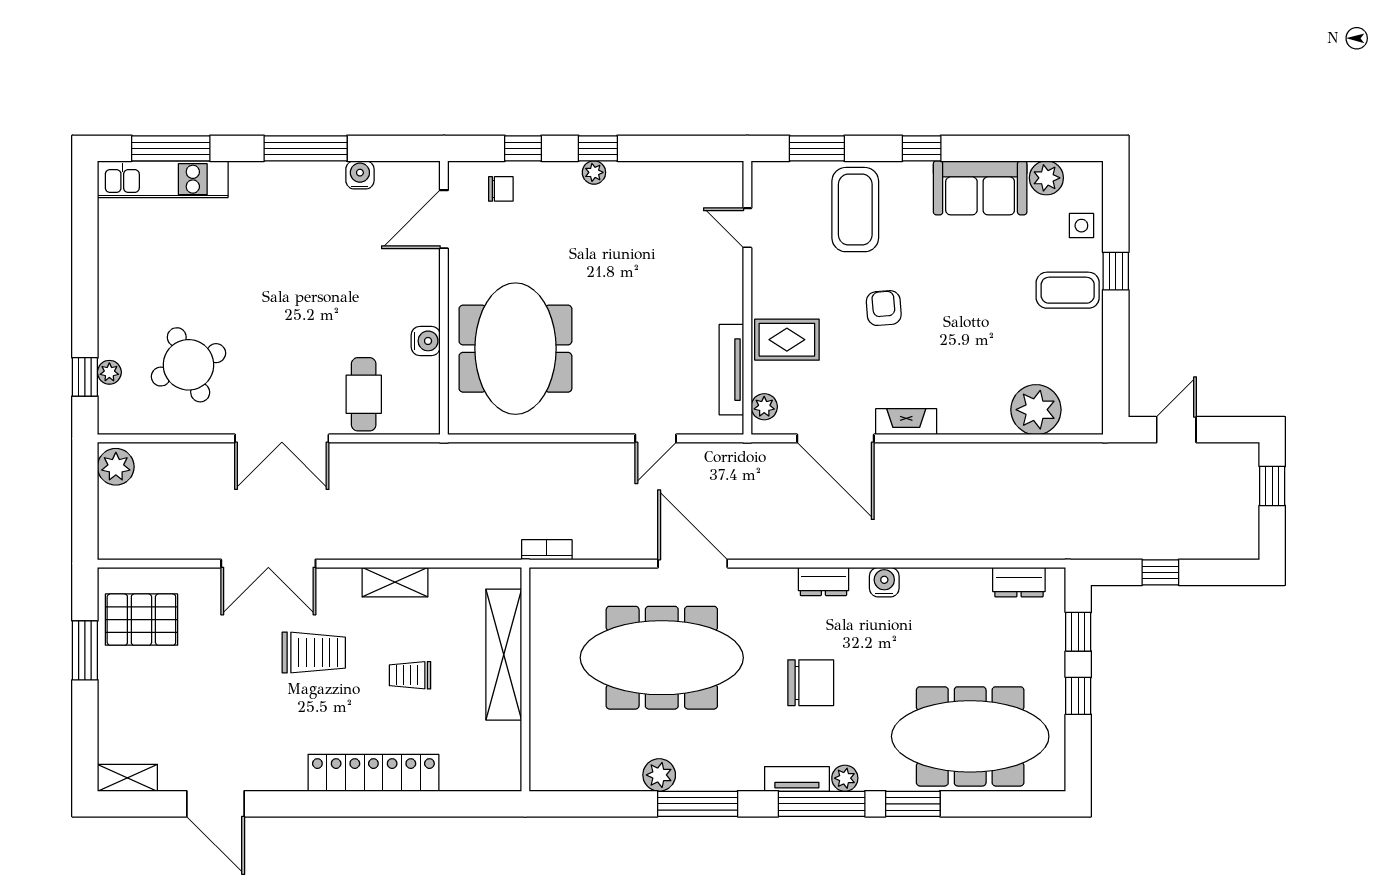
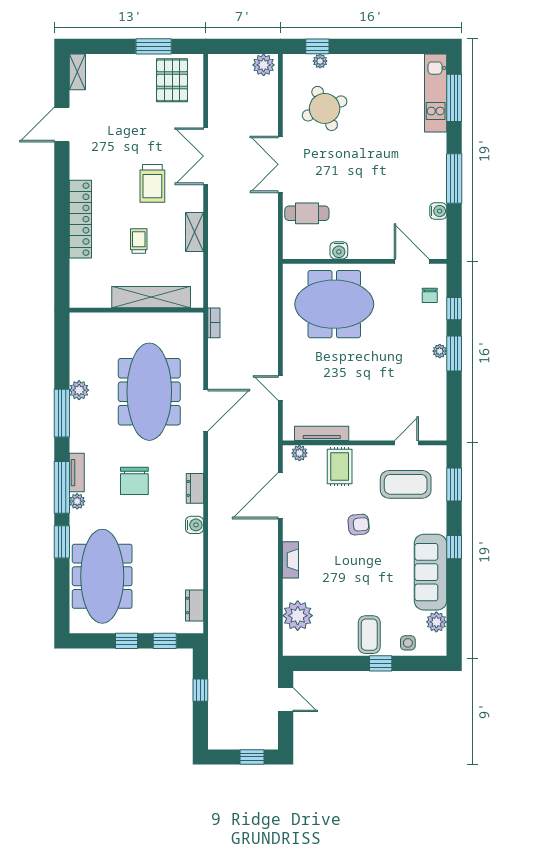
window: (598, 148) -> (454, 353), width x1.50
sofa: (980, 188) -> (431, 572), width x1.36
coffee table: (855, 210) -> (406, 484), moved
fireplace: (906, 422) -> (291, 560), moved

